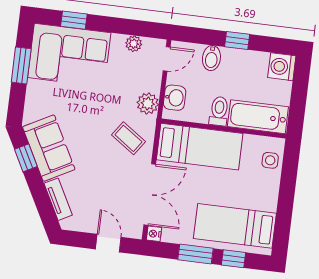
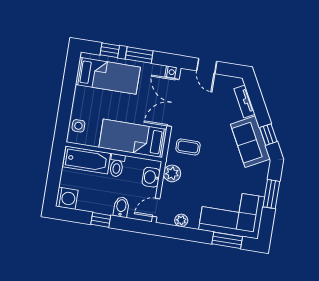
window: (74, 20) -> (227, 240), width x1.50
window: (21, 65) -> (271, 194), moved
coffee table: (128, 138) -> (188, 147), turned -35

